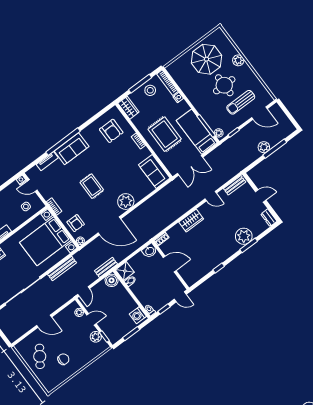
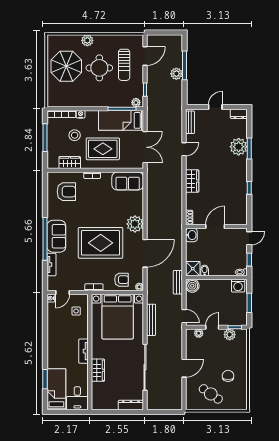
stool: (150, 90) -> (75, 135), moved
wardrobe: (128, 108) -> (70, 163), moved
rug: (92, 186) -> (101, 243), width x1.86, depth x2.06

